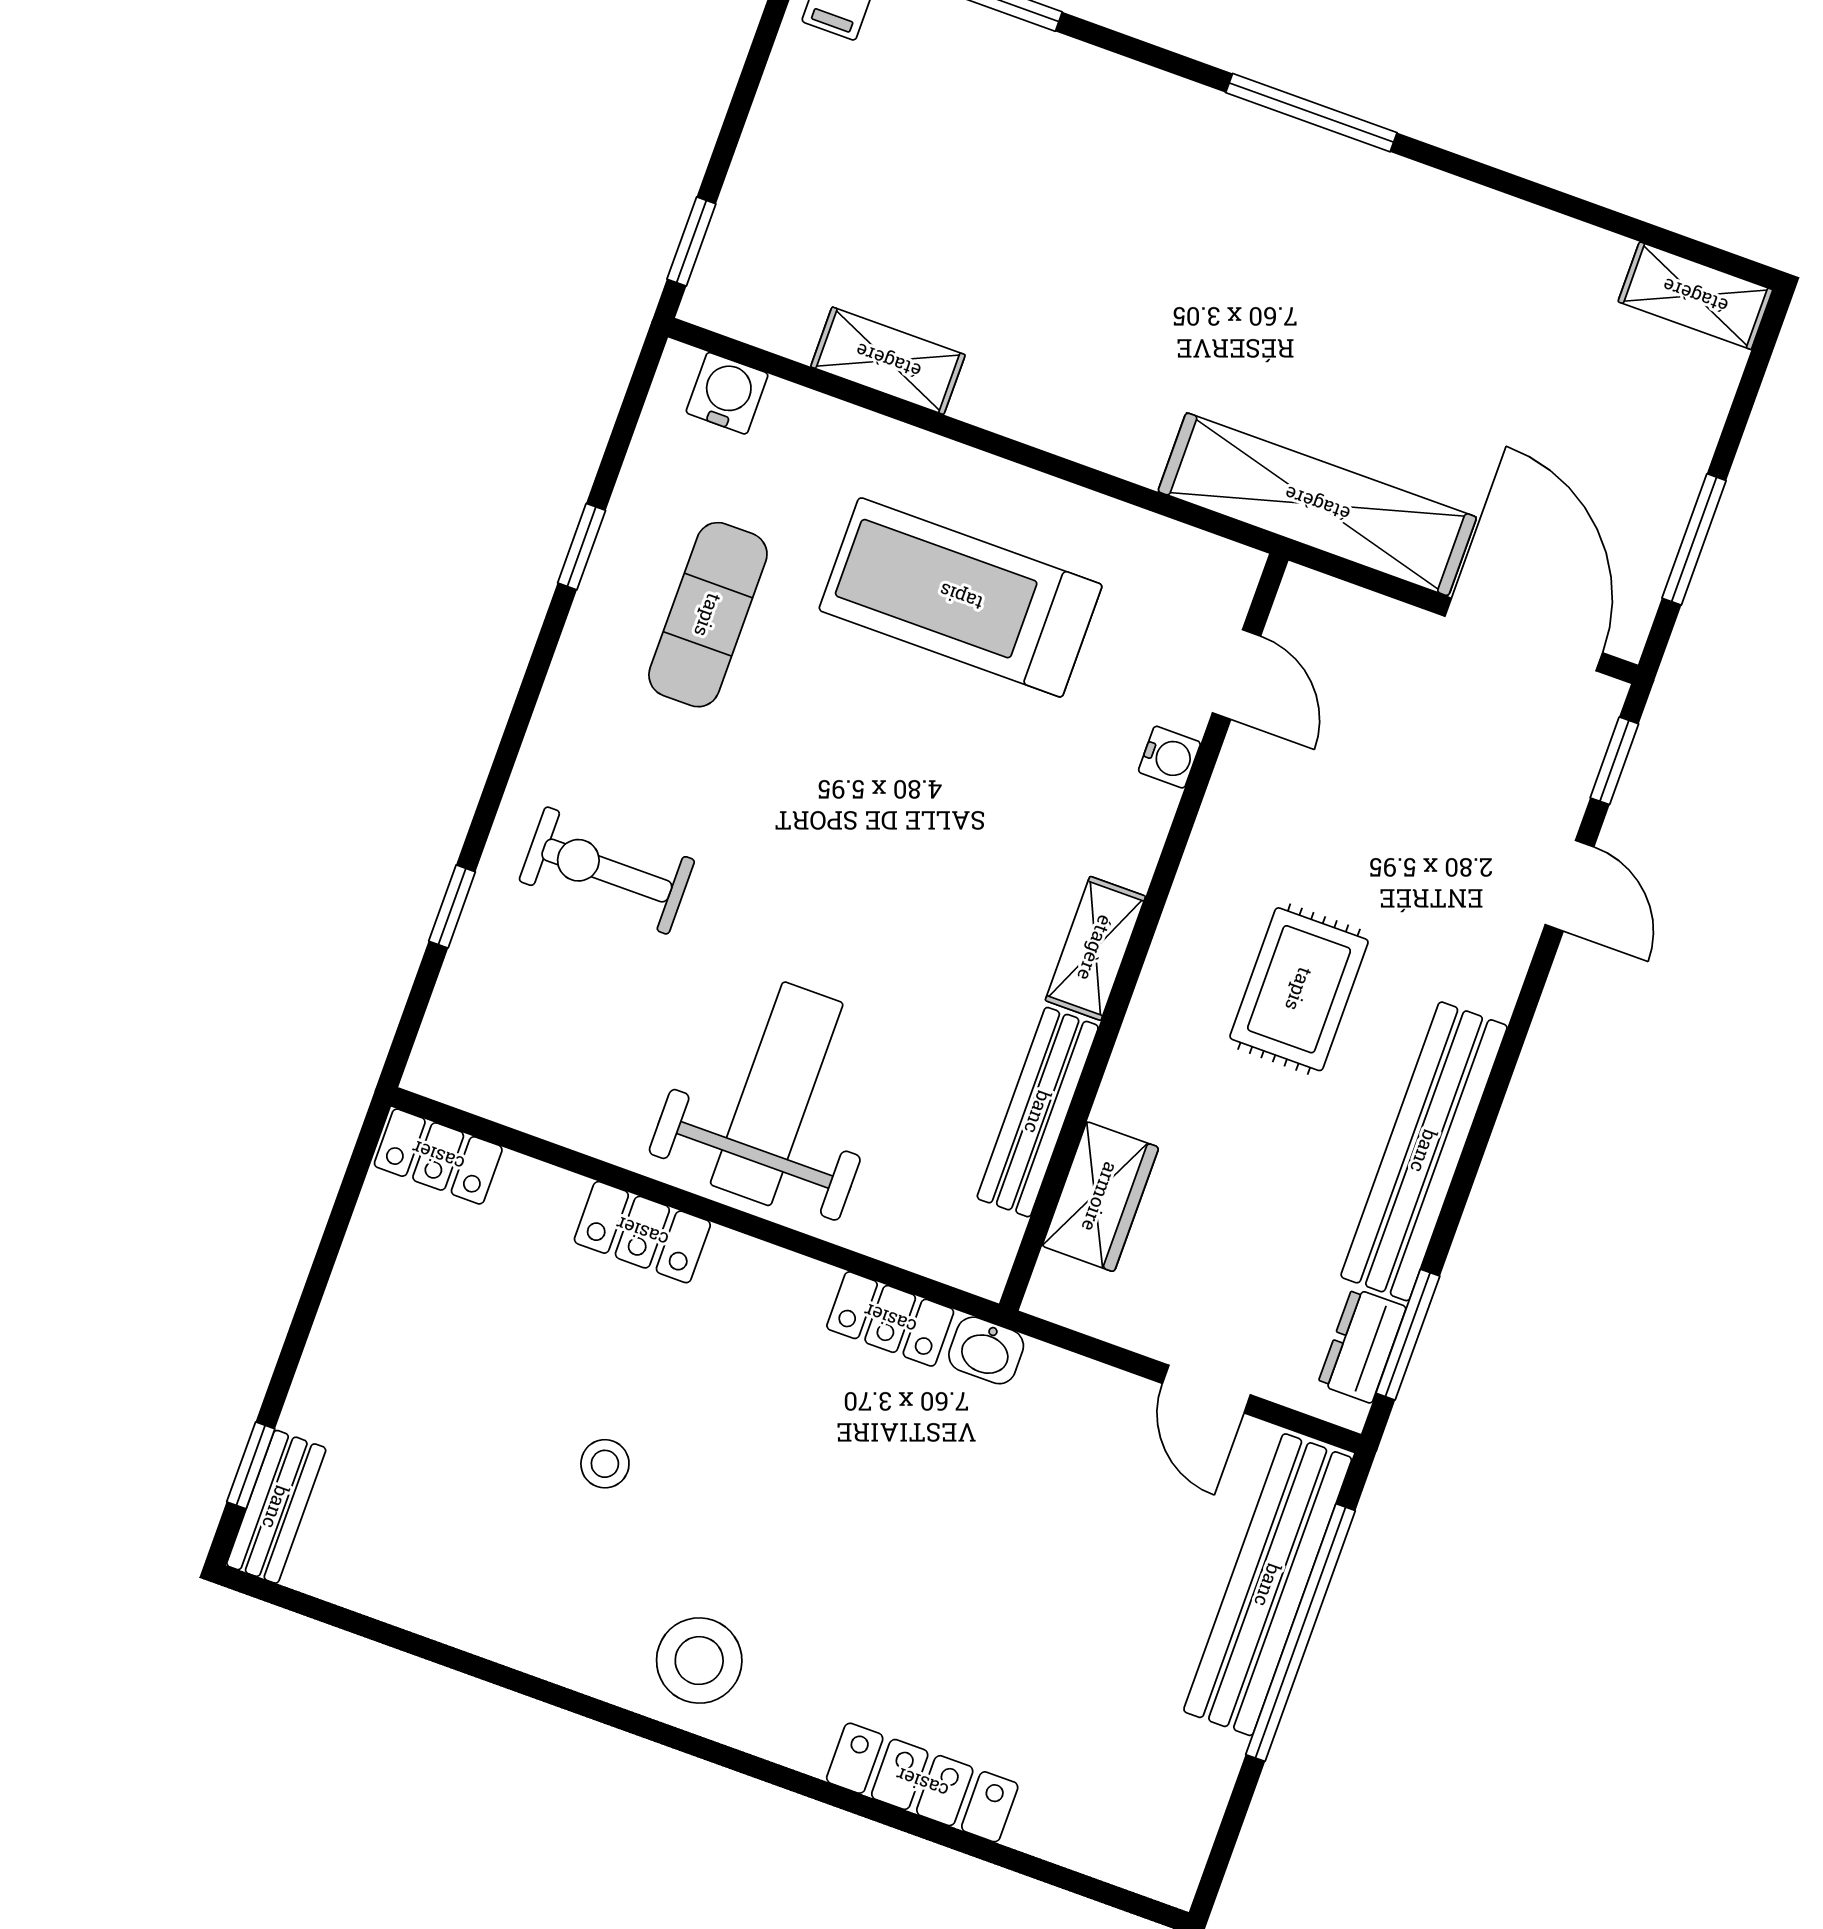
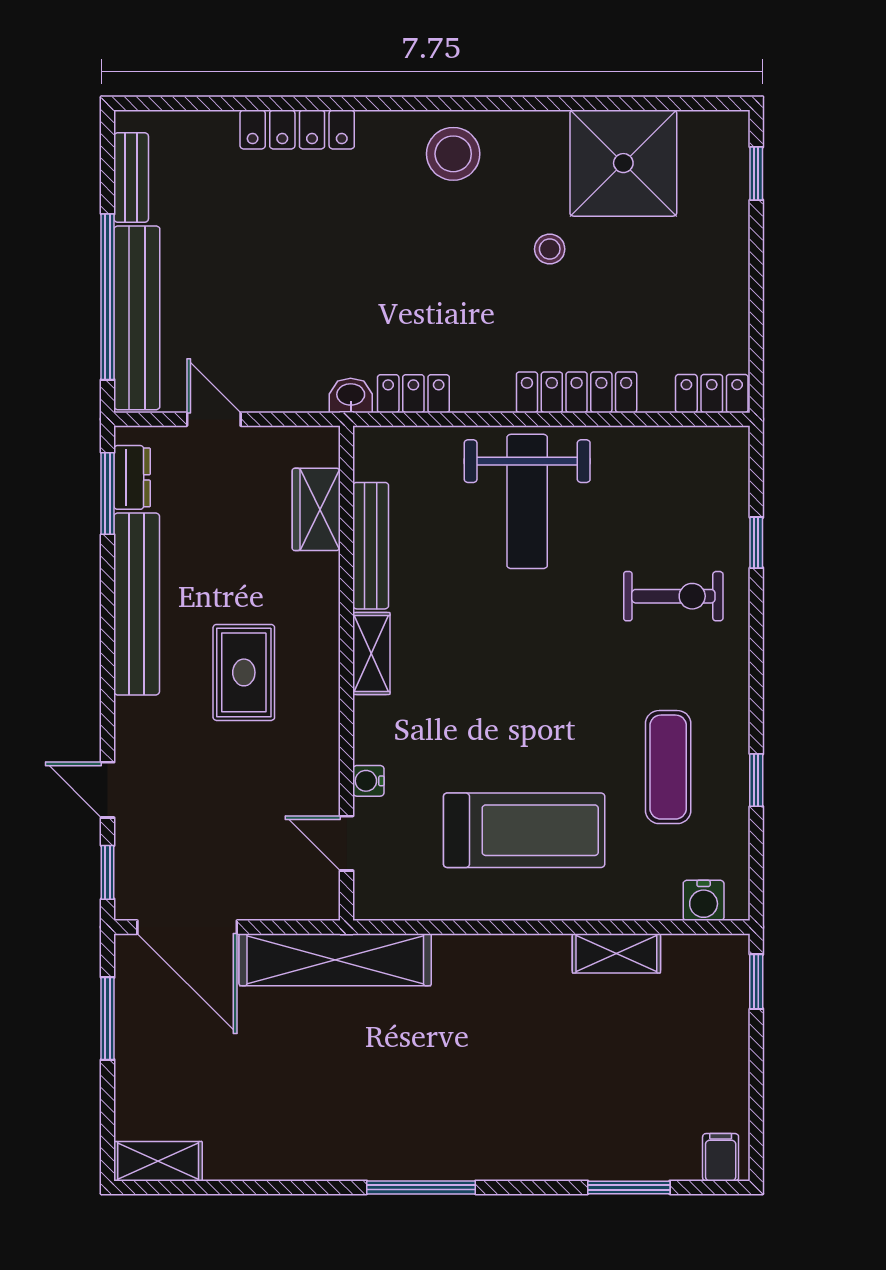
locker: (642, 1232) -> (577, 392), width x1.53
bench: (276, 1507) -> (131, 178), moved
shower: (447, 1554) -> (623, 163), added

